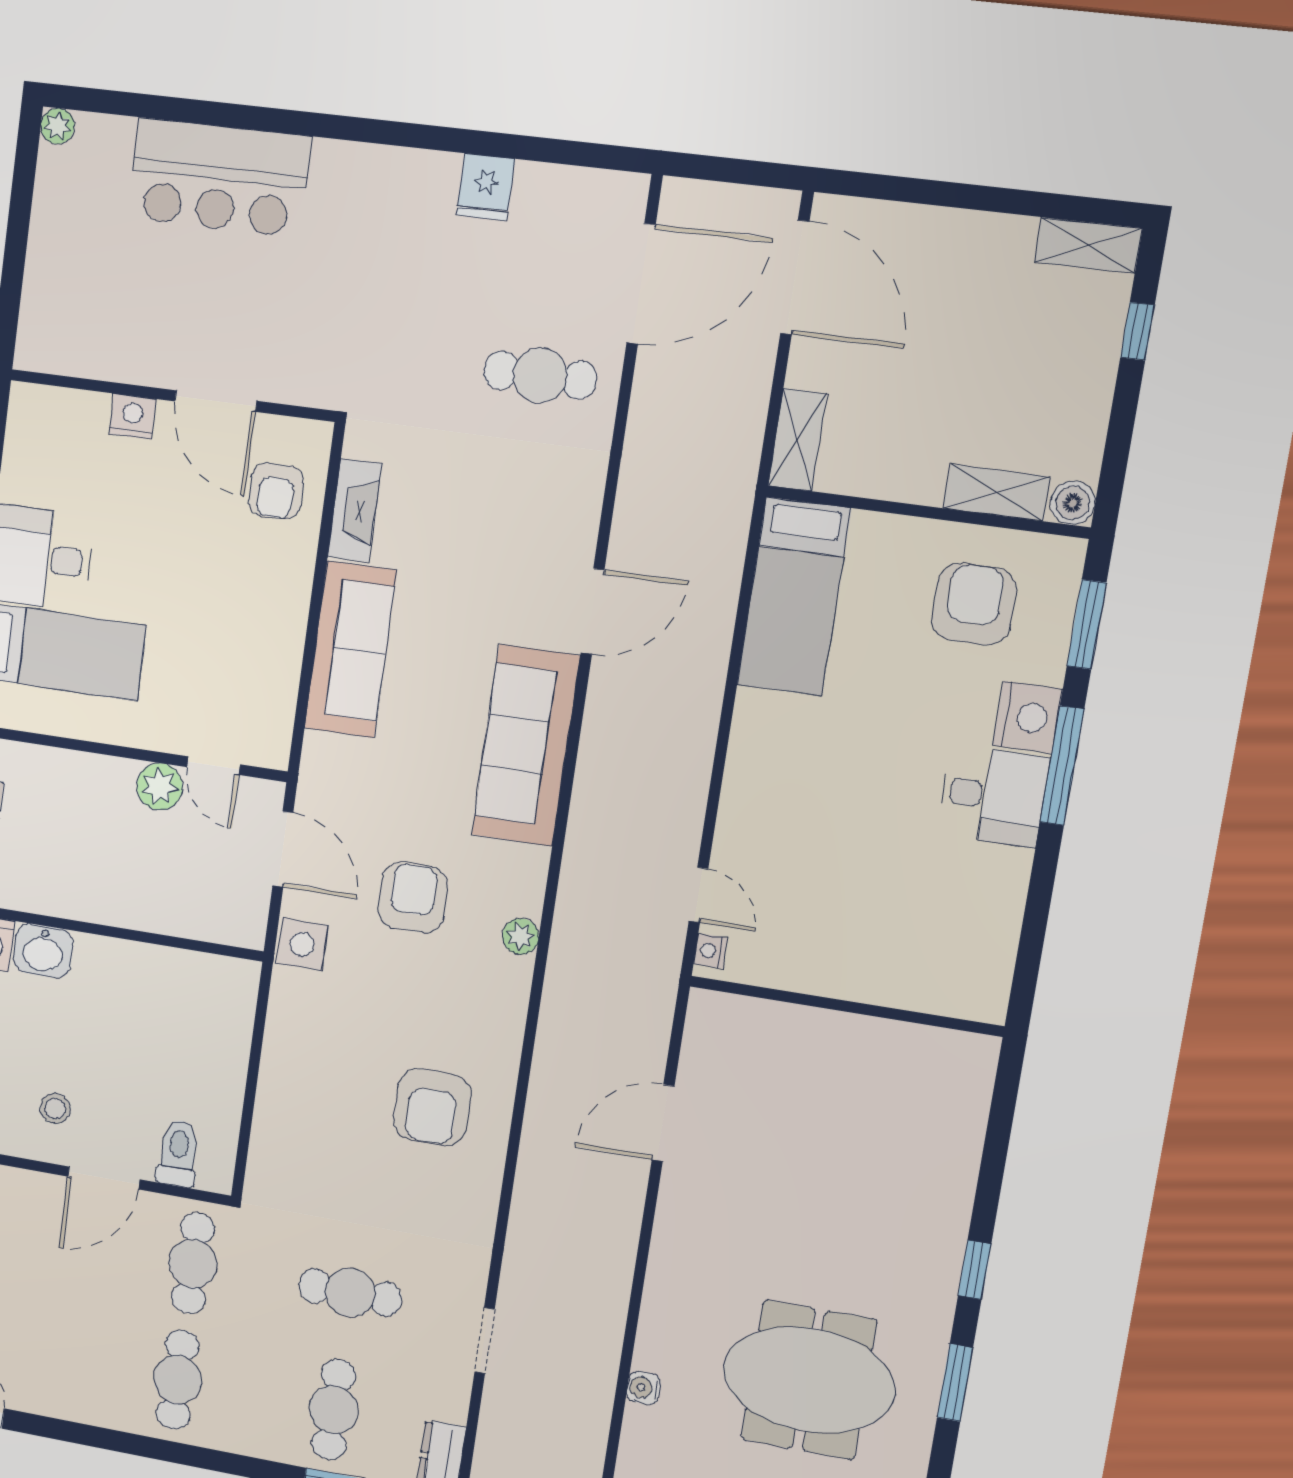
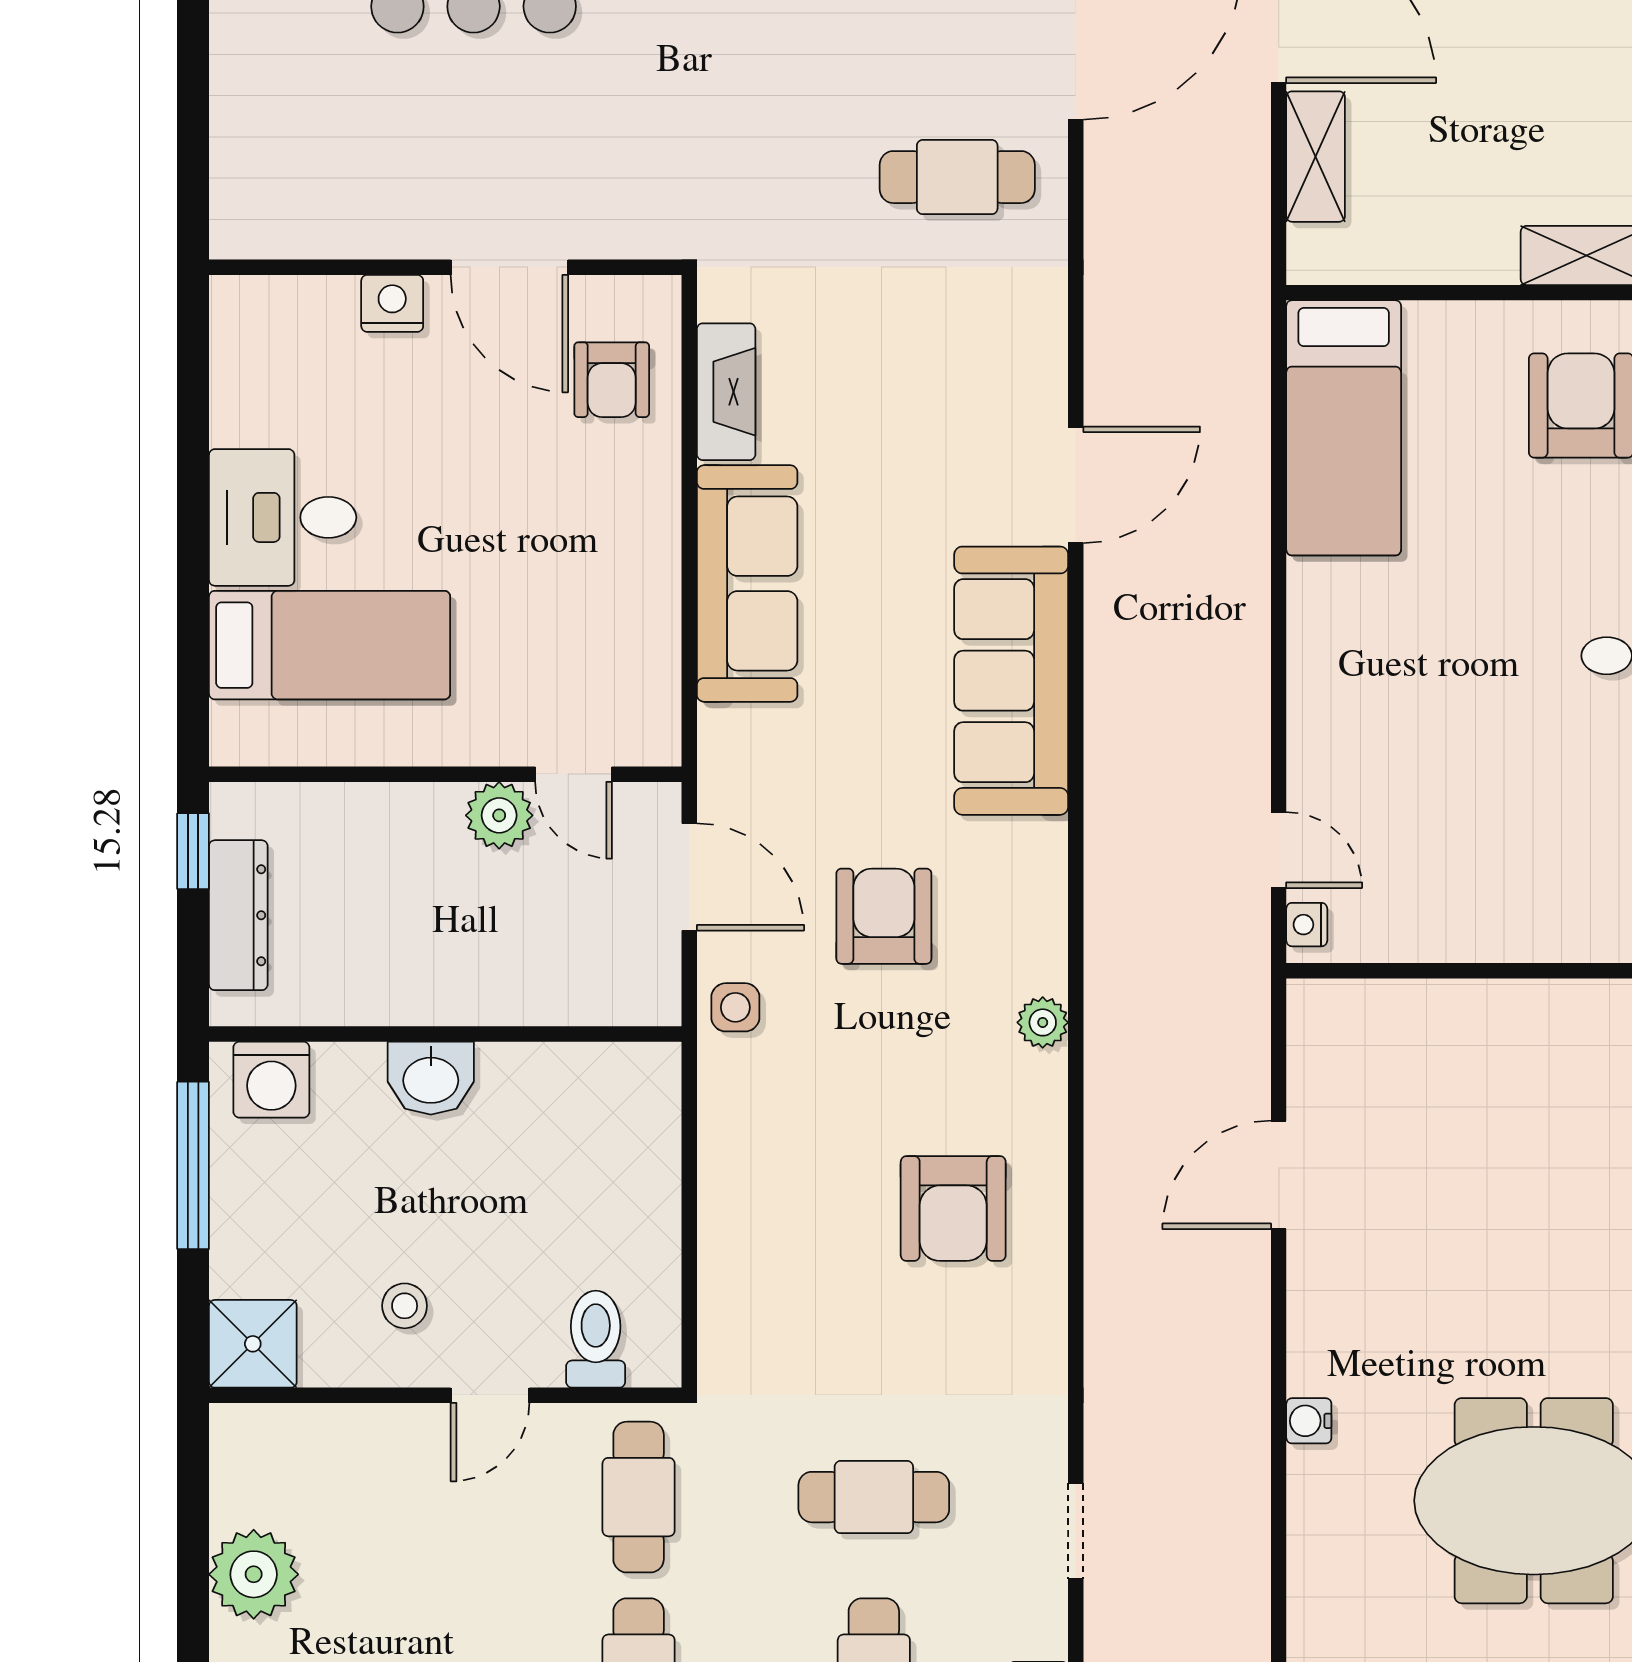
shelving: (797, 440) -> (1316, 157), moved
plant: (521, 936) -> (1043, 1022), moved
side table: (302, 944) -> (735, 1007), width x0.73, depth x0.73
washbasin: (43, 951) -> (431, 1078), moved
door: (104, 1178) -> (490, 1395), width x0.73
water cooler: (643, 1388) -> (1309, 1421), moved

